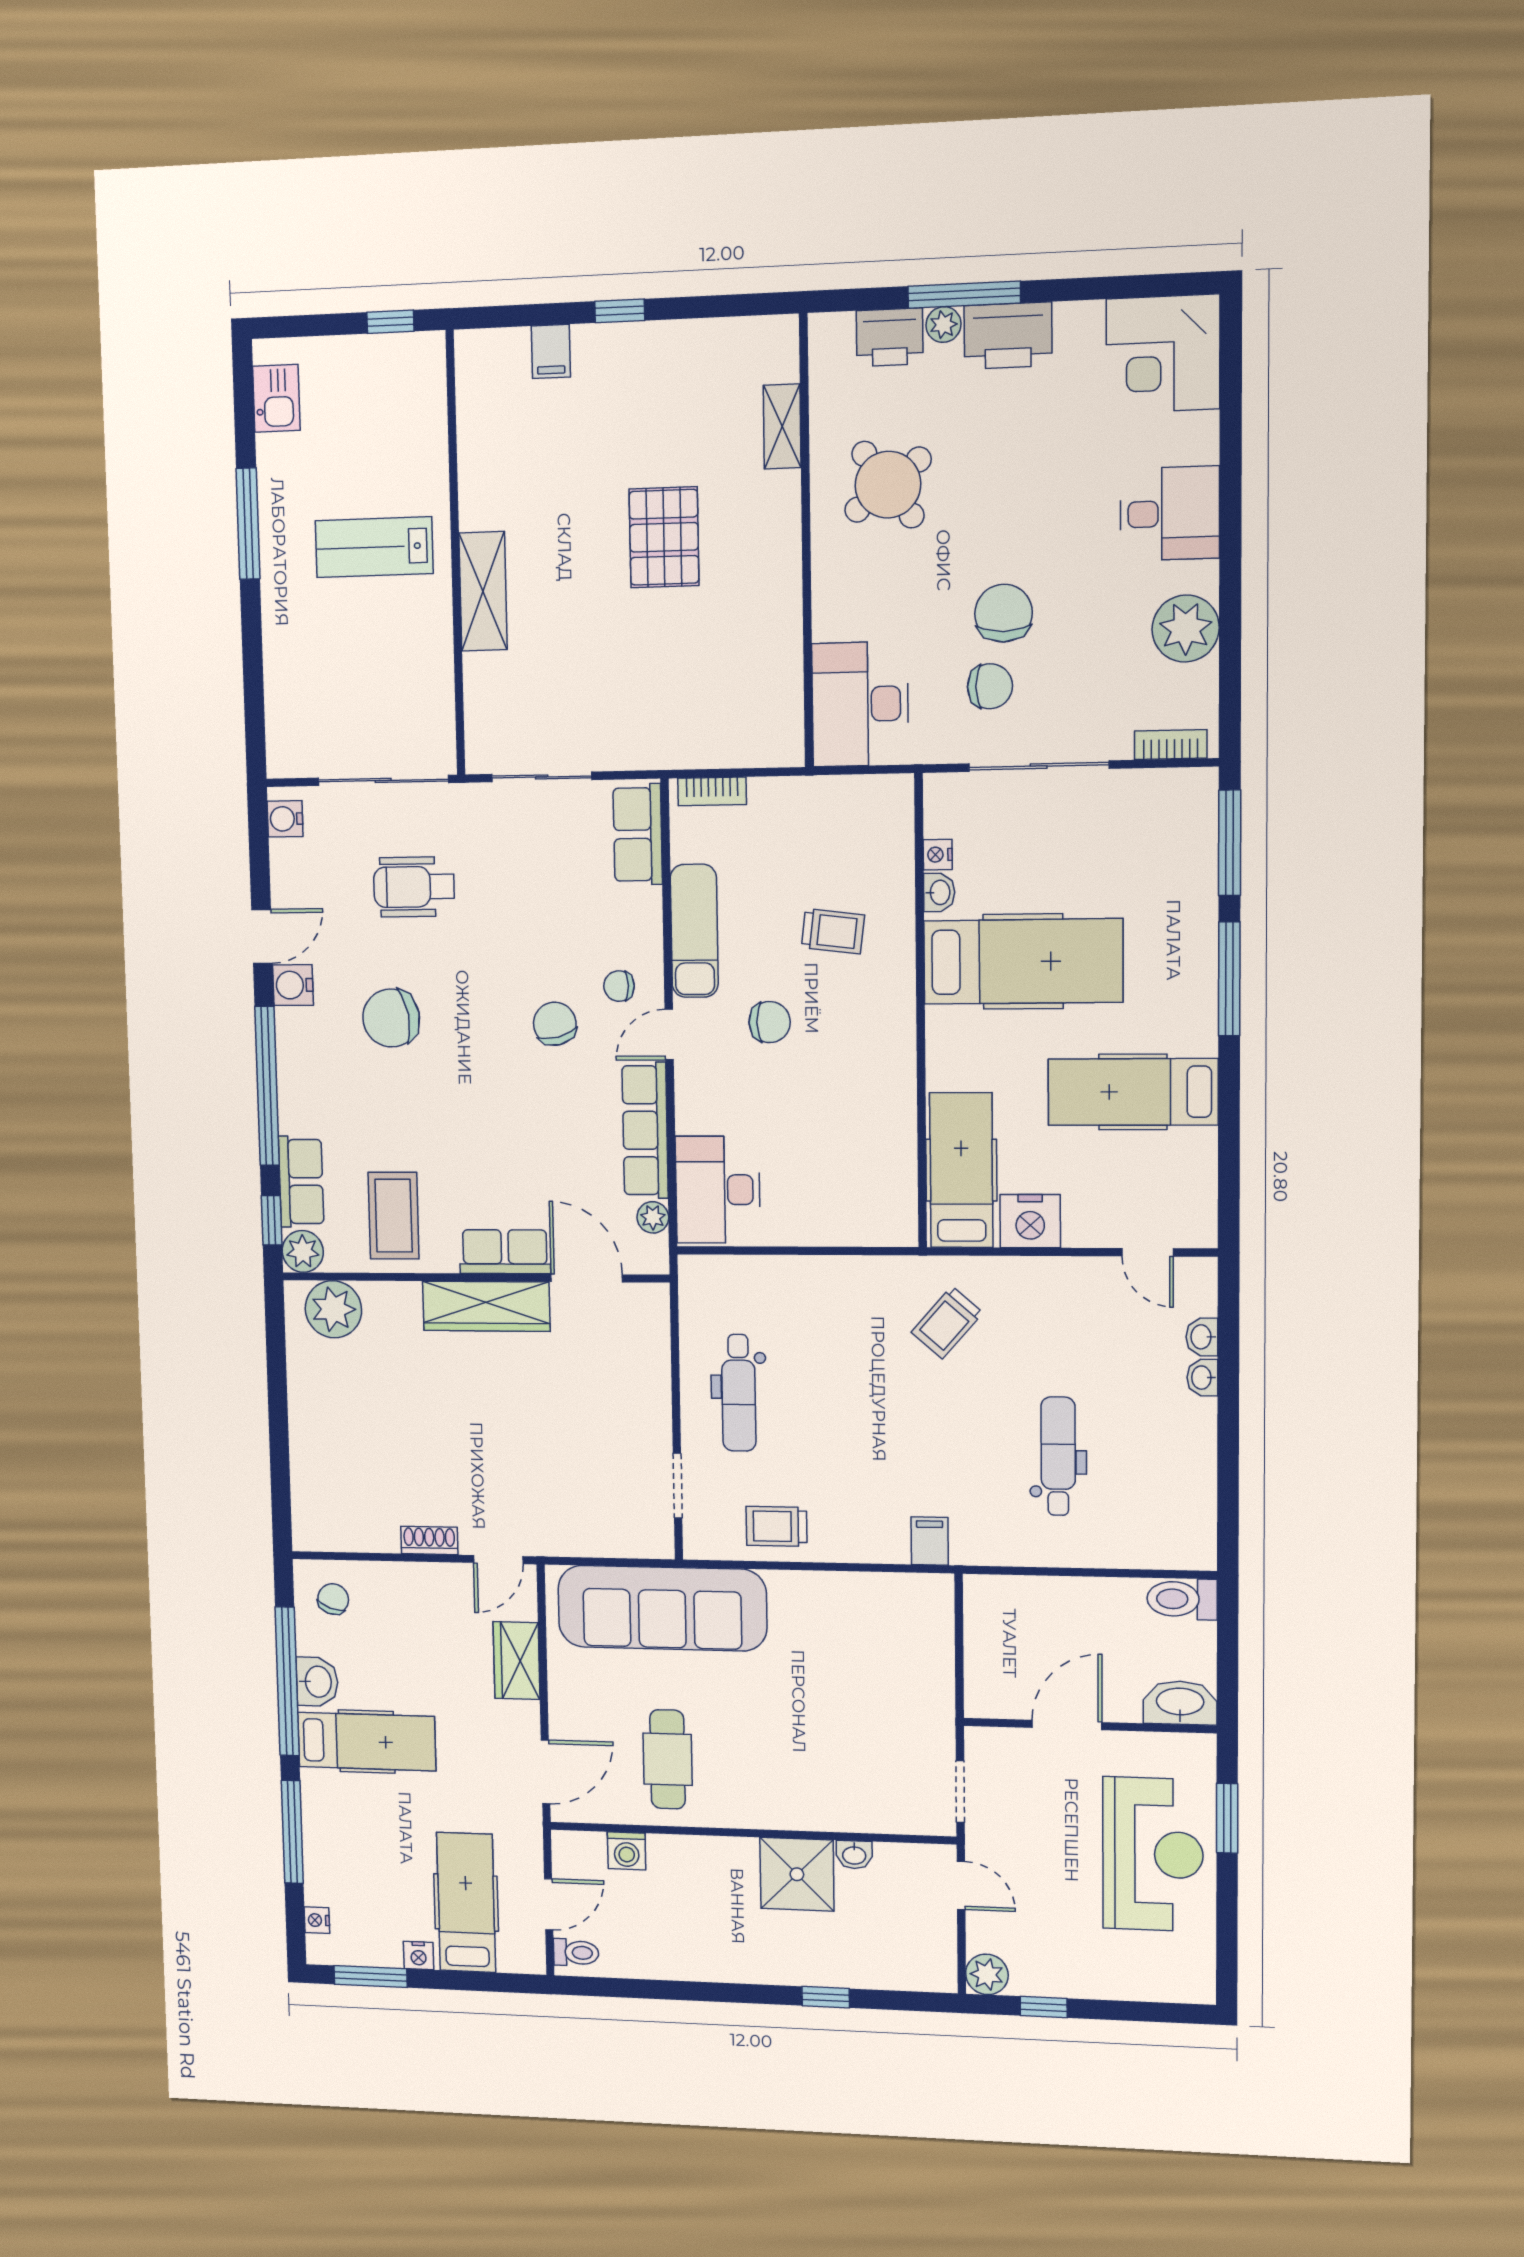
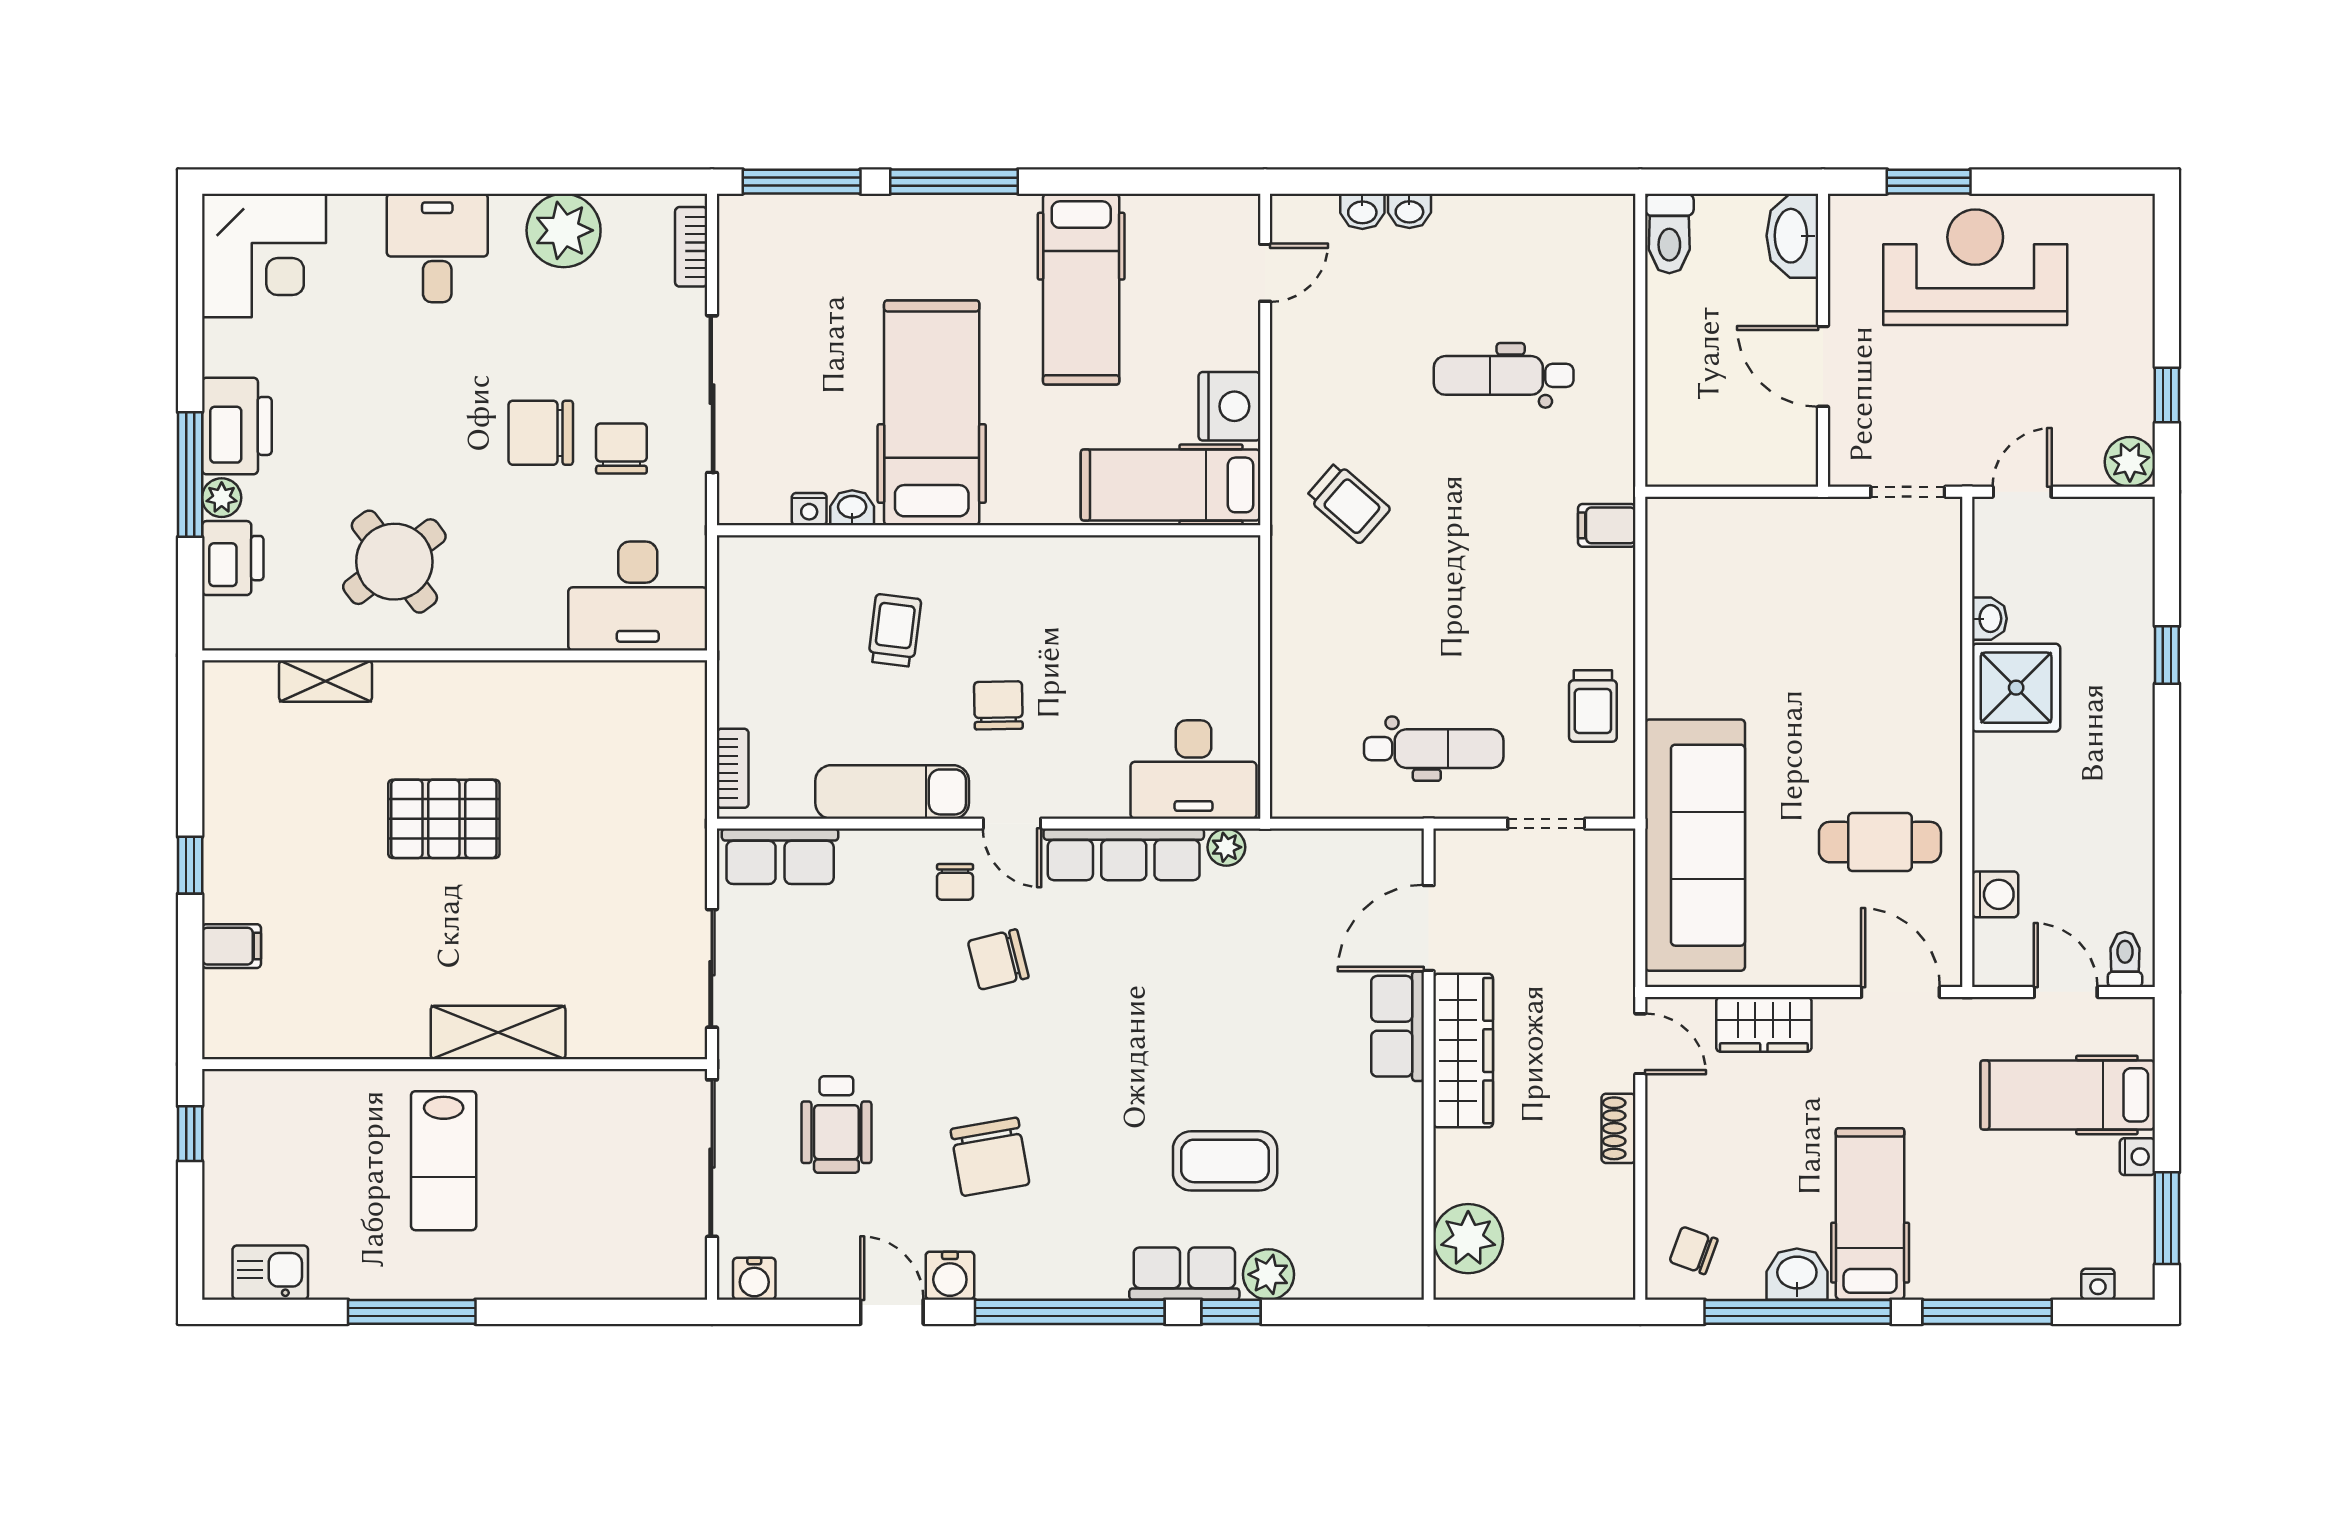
row of seats: (505, 1252) -> (1398, 1026), moved
wall: (474, 1277) -> (1429, 1064), moved
door: (587, 1278) -> (1429, 928), moved
wardrobe: (486, 1306) -> (1463, 1051), moved
plant: (333, 1309) -> (1468, 1239), moved

